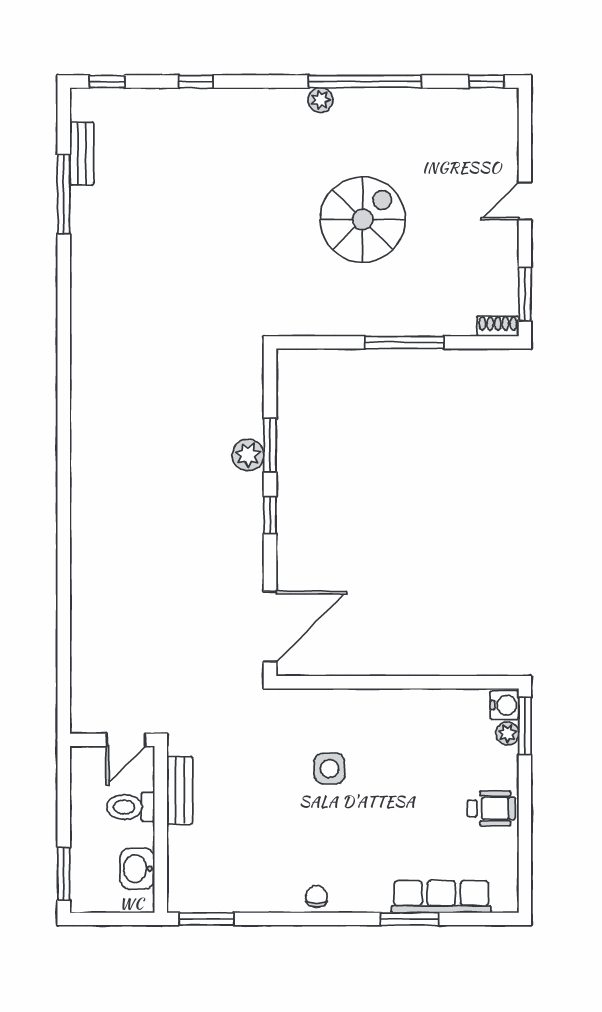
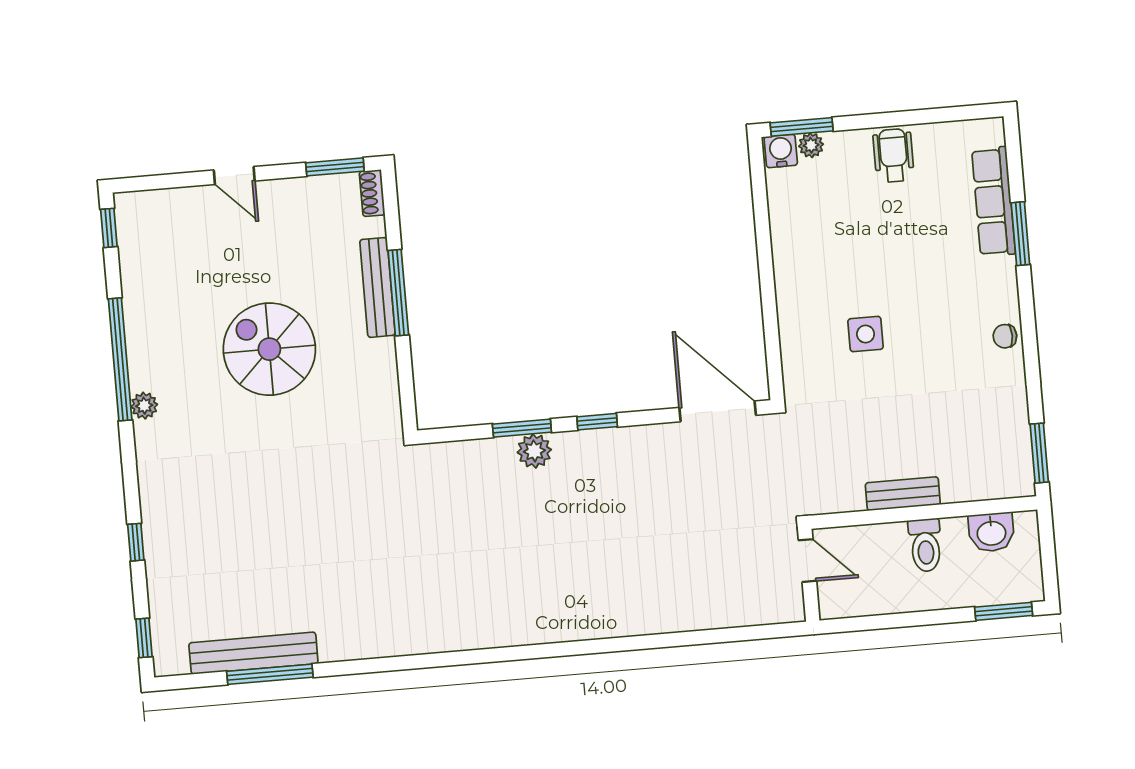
bench: (82, 154) -> (253, 653), width x1.86, depth x1.21
bench: (411, 324) -> (377, 287), added
wall: (112, 740) -> (809, 575), moved
door: (126, 740) -> (808, 561), moved

